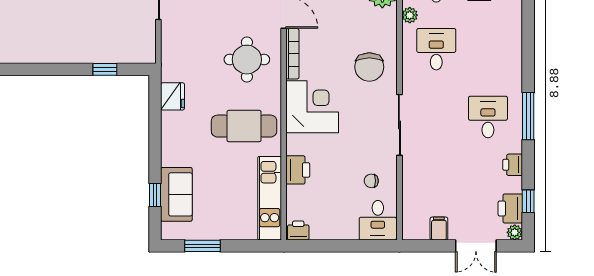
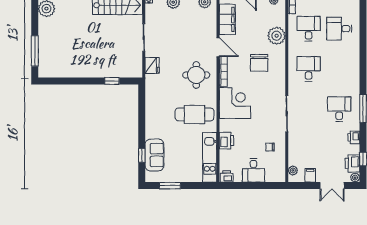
plant: (410, 15) -> (293, 170), moved
chair: (369, 67) -> (259, 63), moved
fridge: (173, 96) -> (152, 65), moved
desk: (378, 220) -> (253, 170), moved

